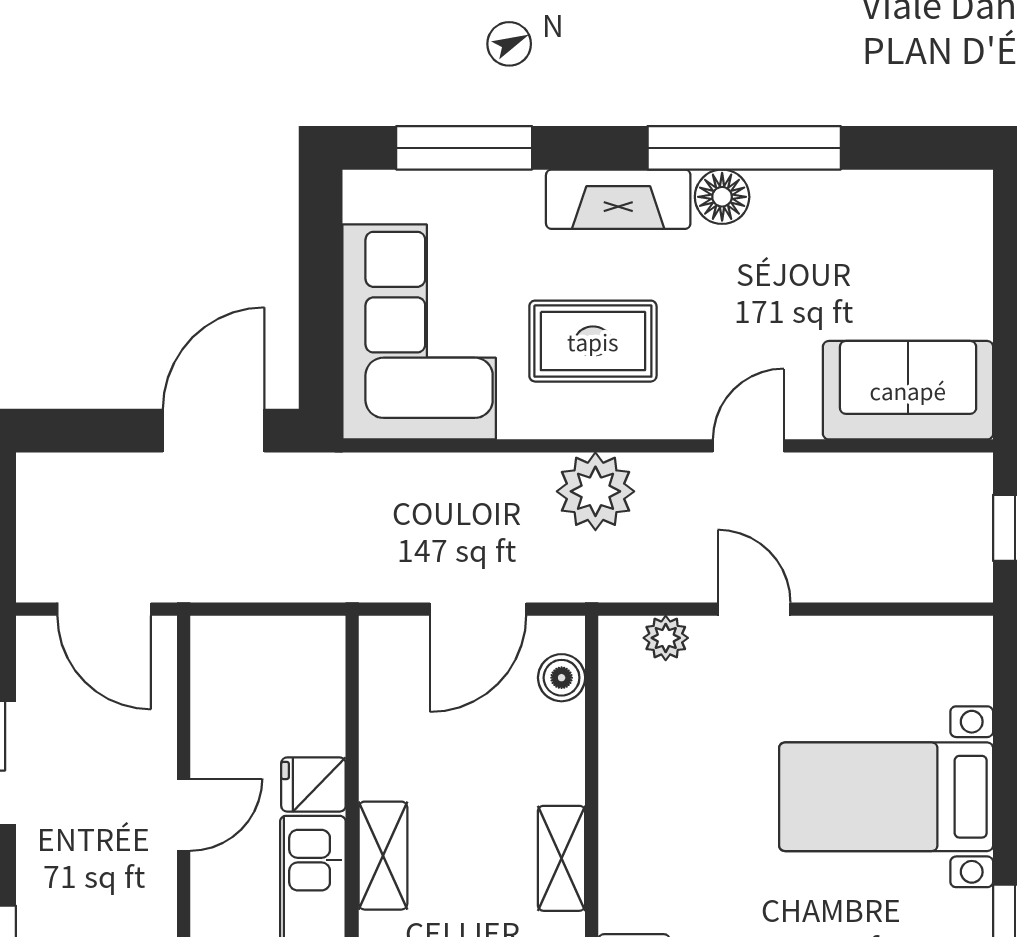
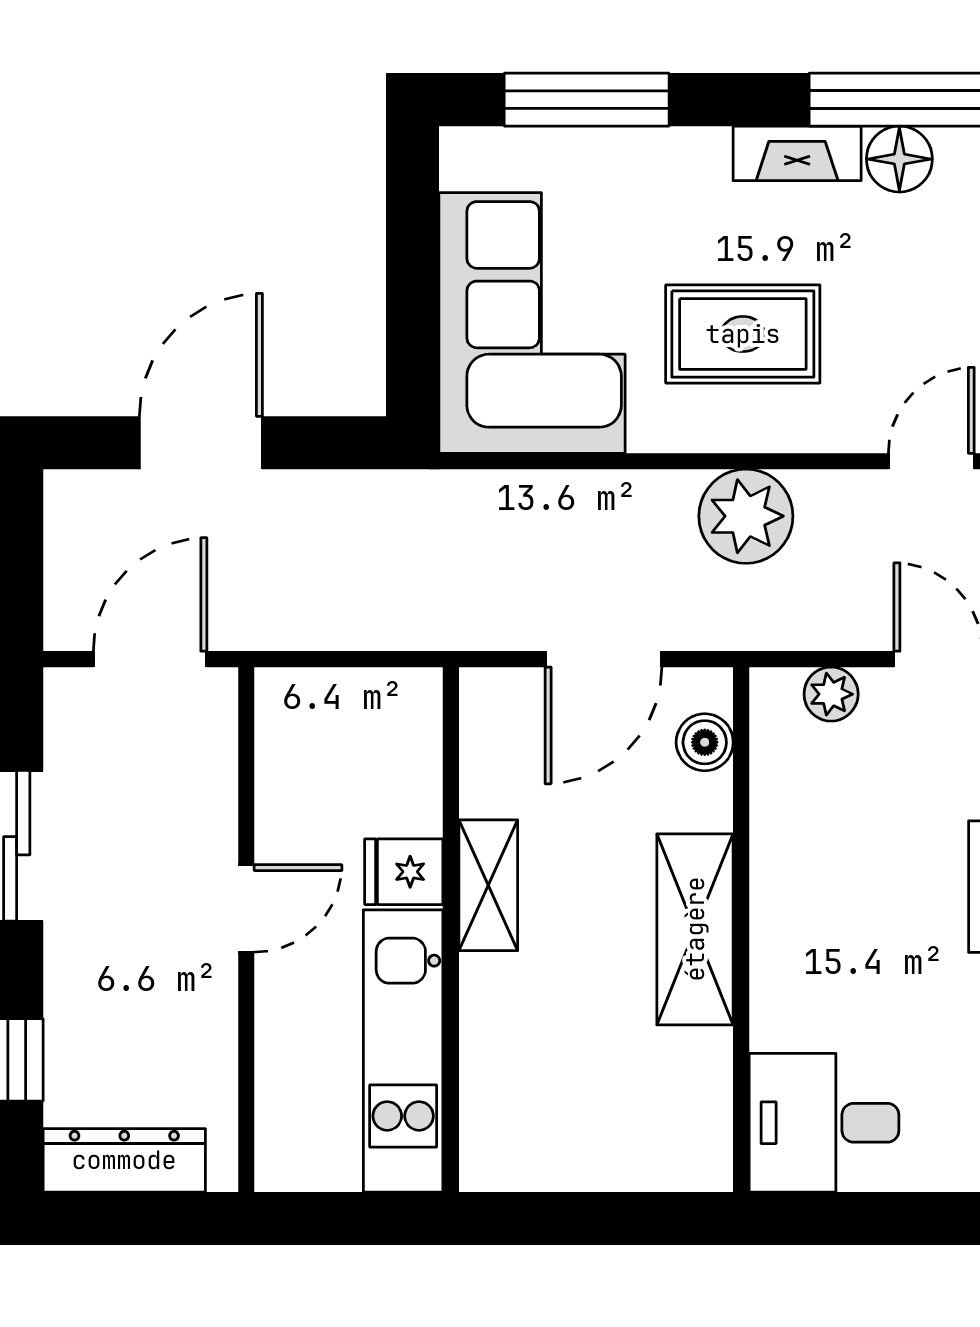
fireplace: (618, 199) -> (797, 153), width x0.73, depth x0.76
door: (214, 431) -> (201, 443), moved
door: (104, 609) -> (150, 659), swing flipped
shelving: (383, 856) -> (488, 885), moved
shelving: (561, 858) -> (695, 929), width x1.50, depth x1.33

